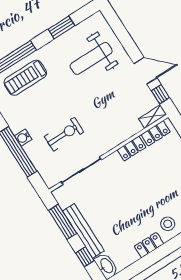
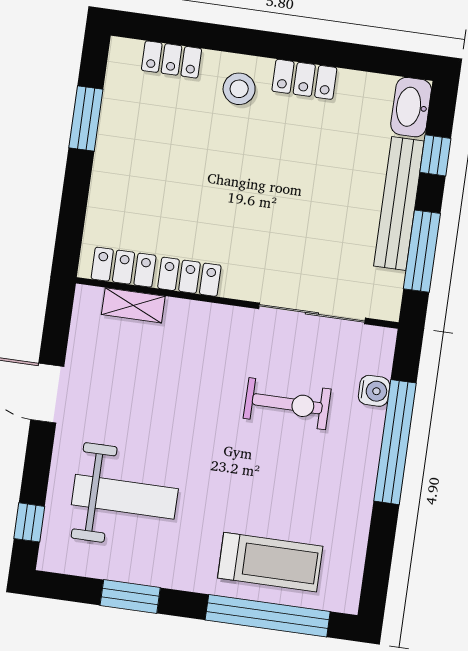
window: (160, 94) -> (29, 522), moved
shelving: (153, 117) -> (133, 305), moved
exercise bike: (64, 134) -> (287, 404), turned 180
water cooler: (23, 138) -> (374, 391), moved

